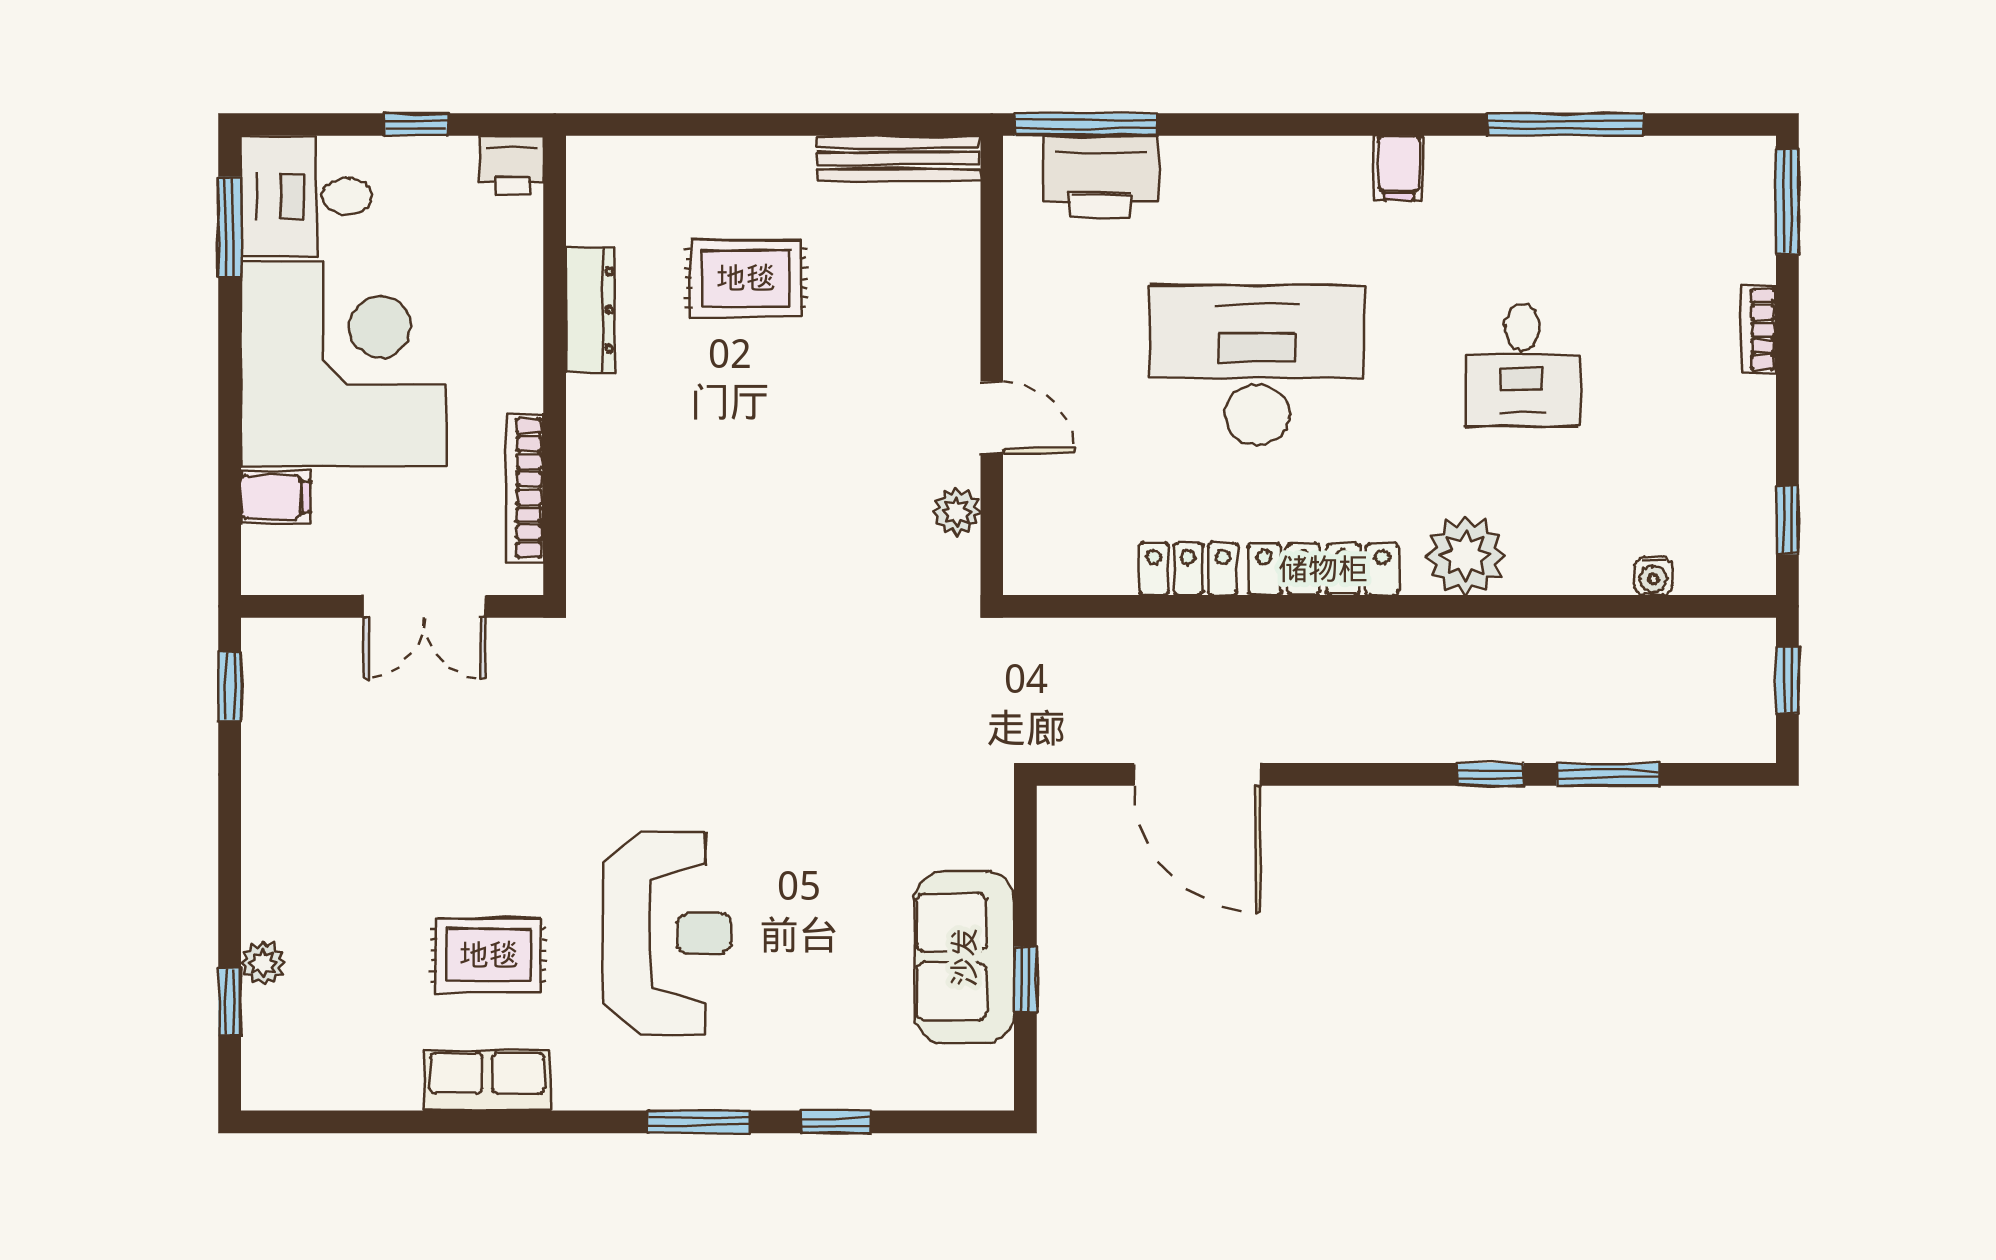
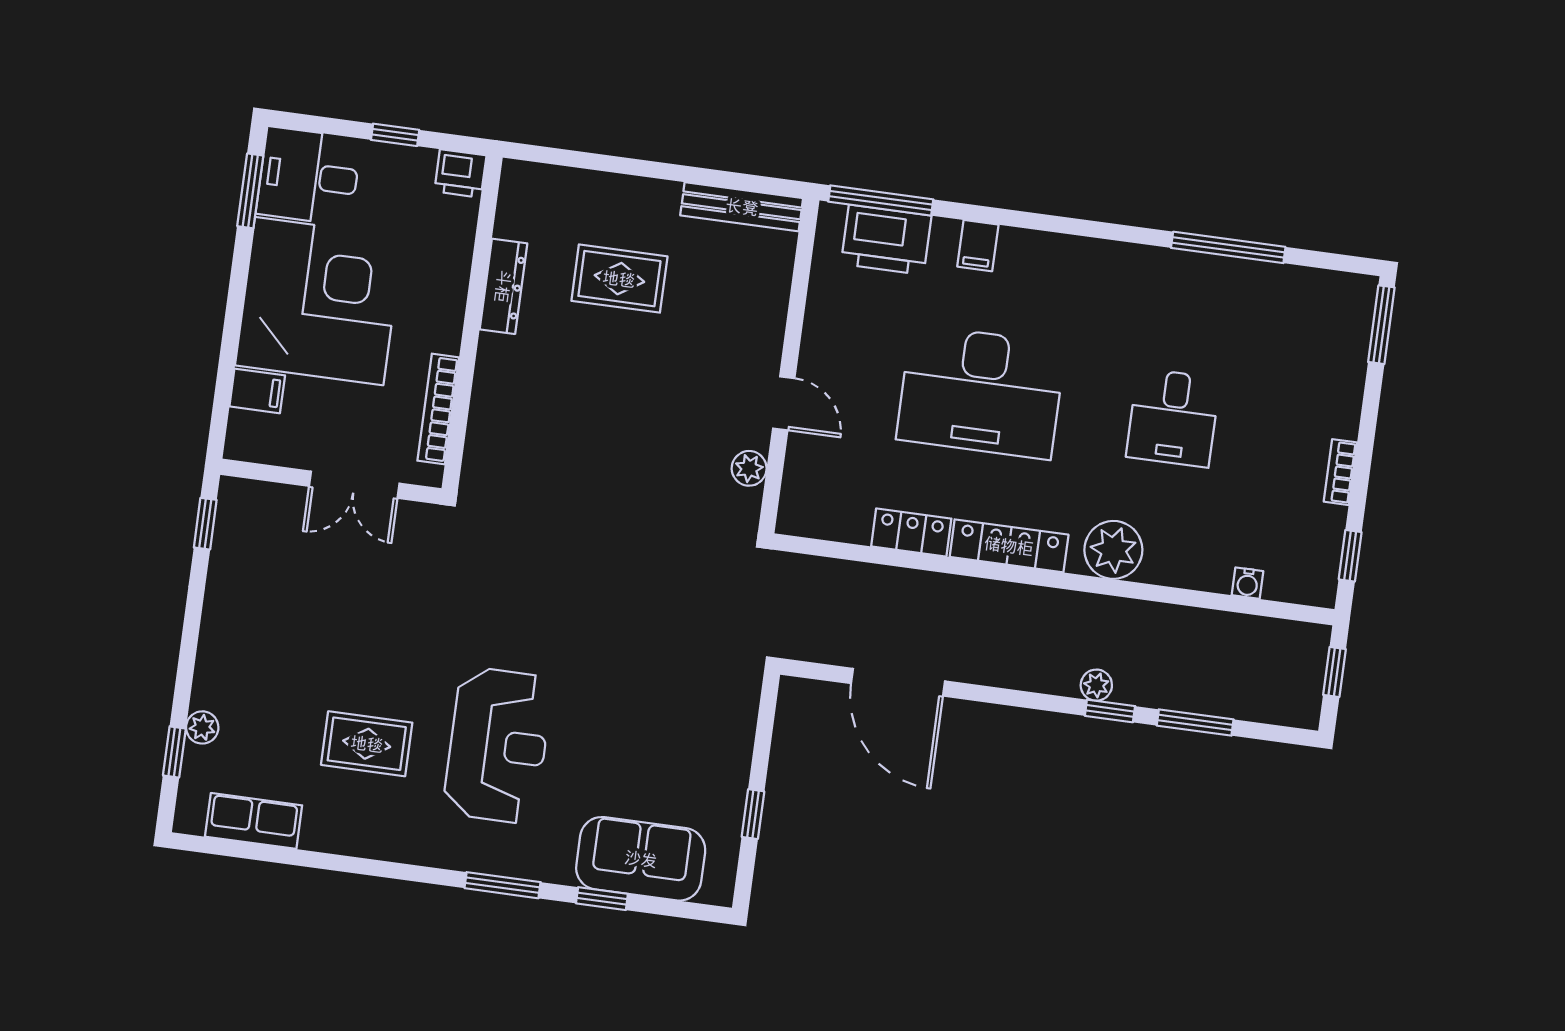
filing cabinet: (1399, 168) -> (978, 246), moved
bookcase: (1759, 329) -> (1340, 472), moved
desk: (1257, 365) -> (981, 392), turned 180
plant: (1467, 742) -> (1096, 685), added
sofa: (964, 957) -> (641, 859), moved, turned 90
row of seats: (487, 1080) -> (254, 821), moved

